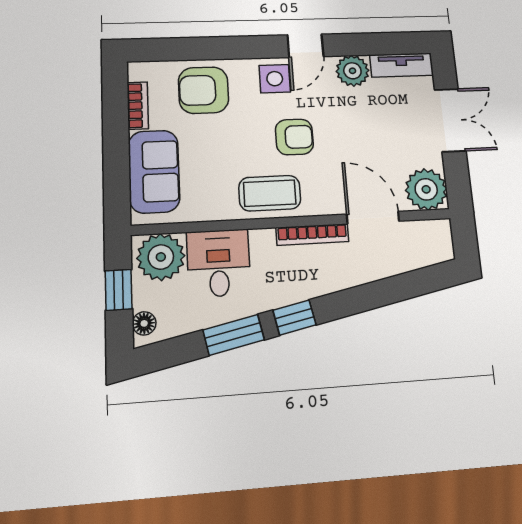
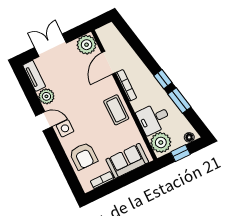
armchair: (294, 137) -> (88, 109), removed

